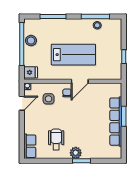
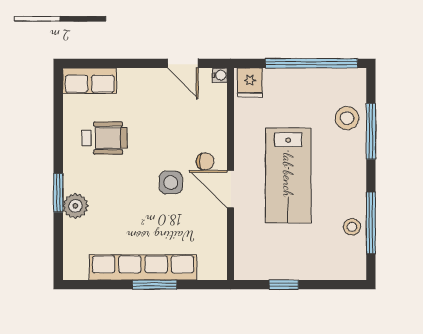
stool: (31, 41) -> (347, 118), moved
side table: (49, 99) -> (171, 182), moved
plant: (76, 153) -> (75, 206), moved

